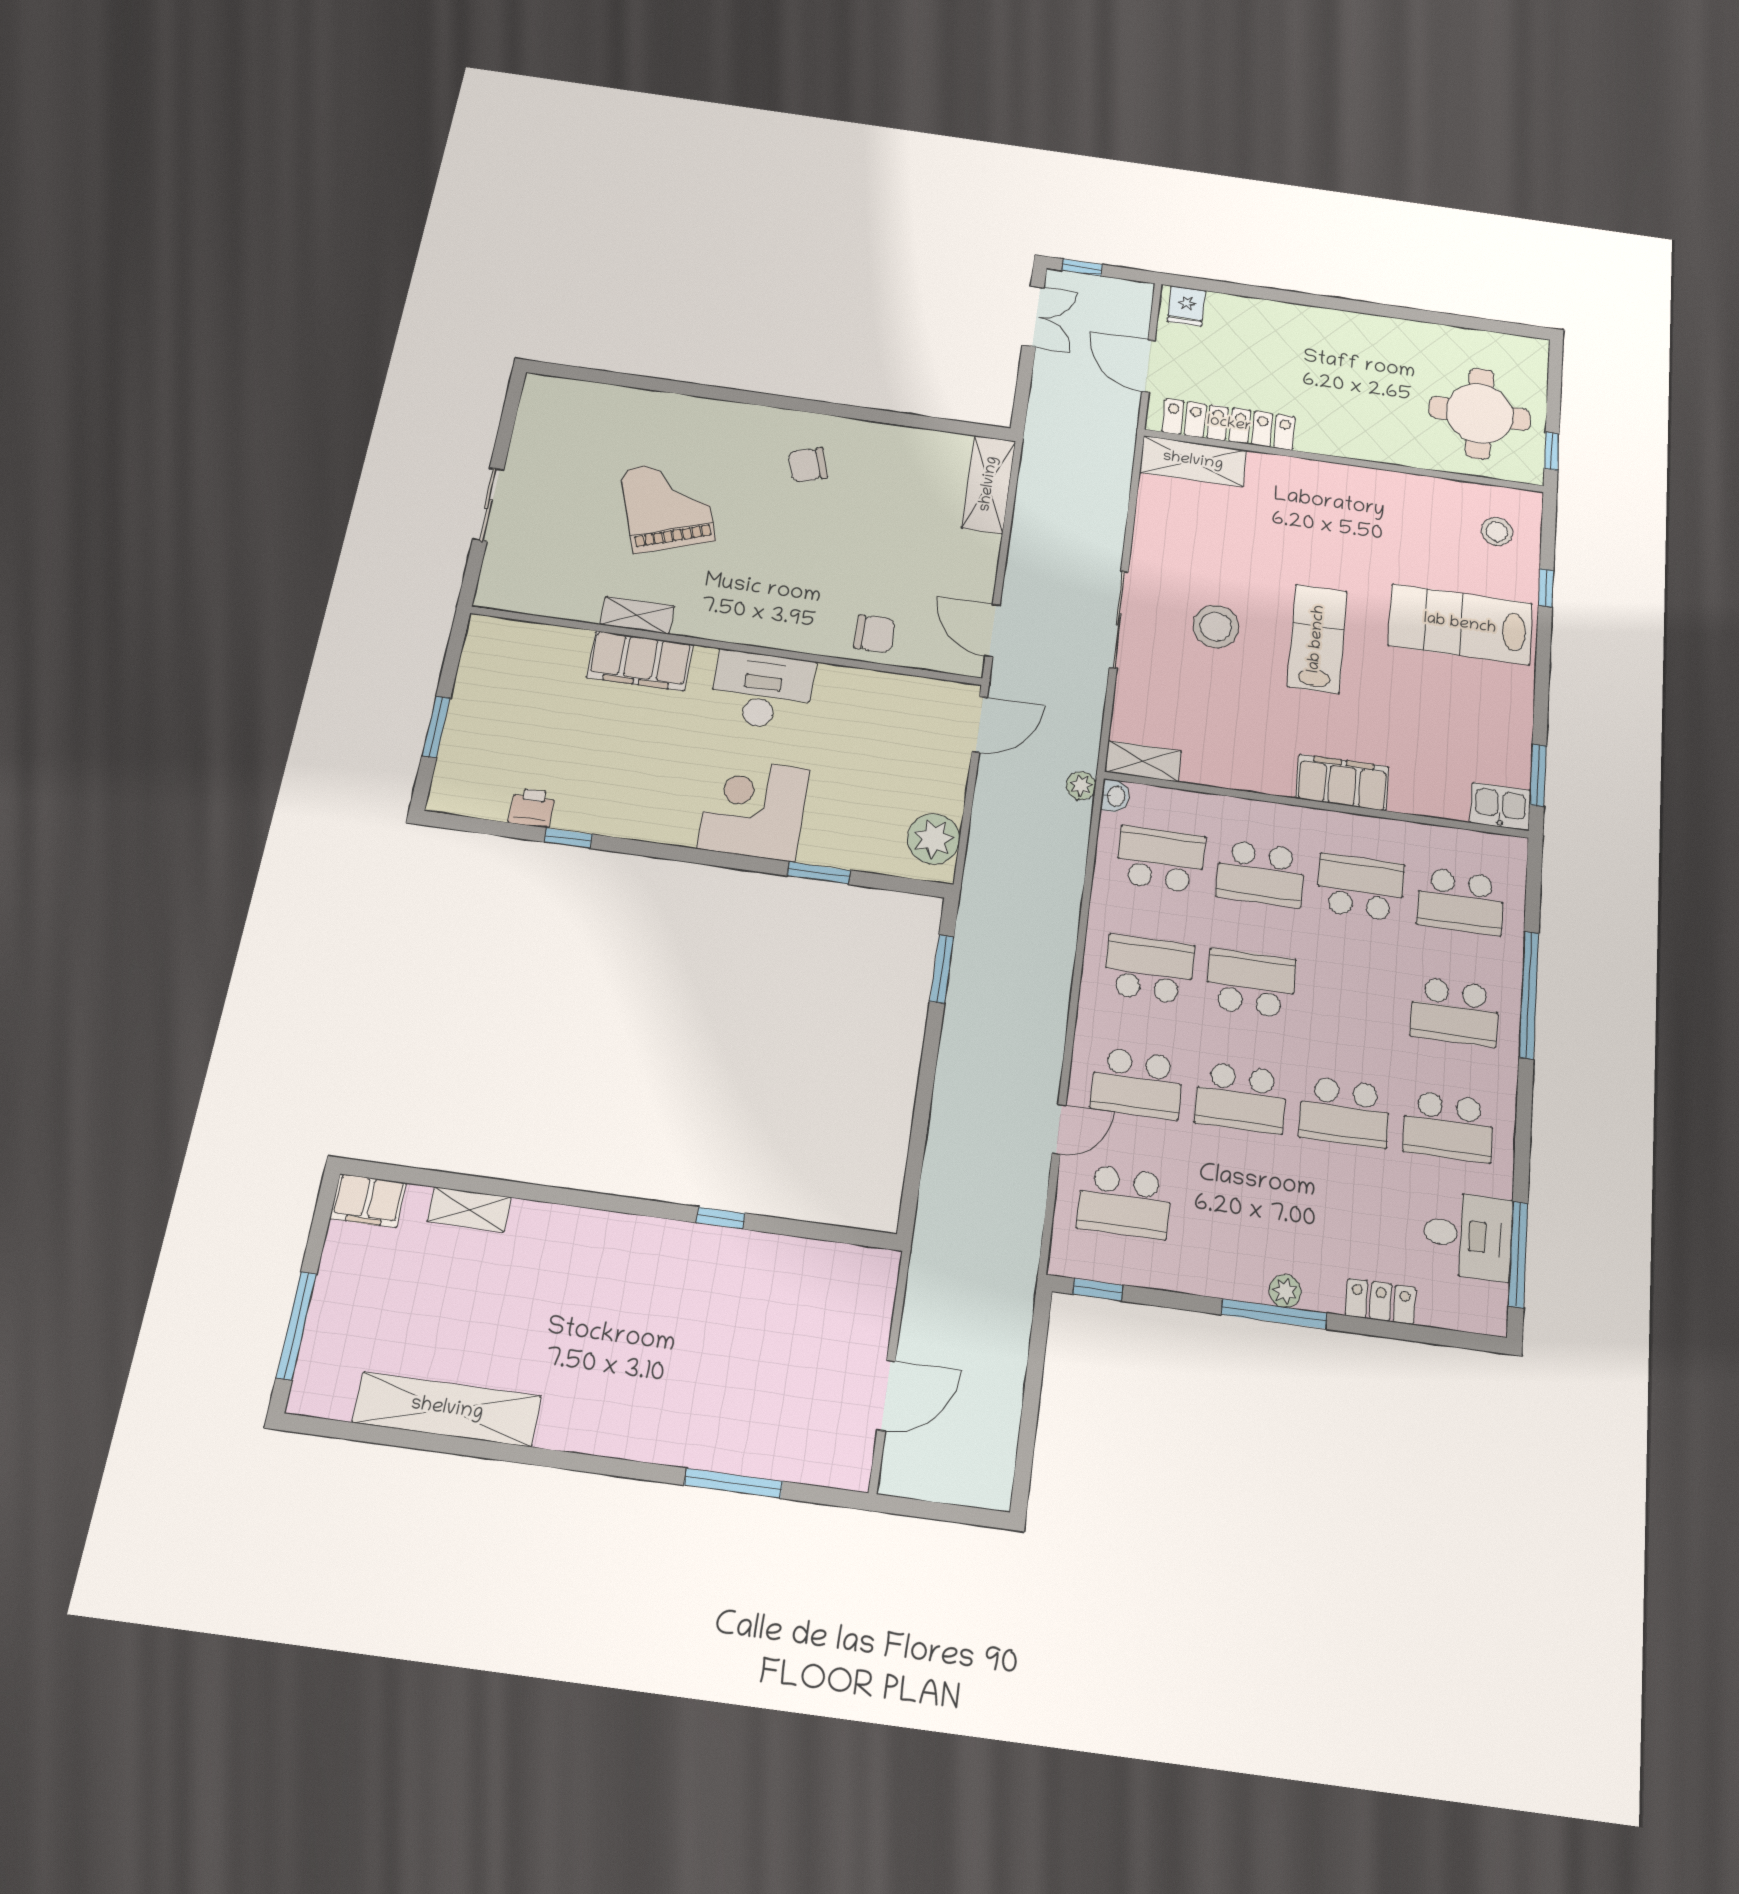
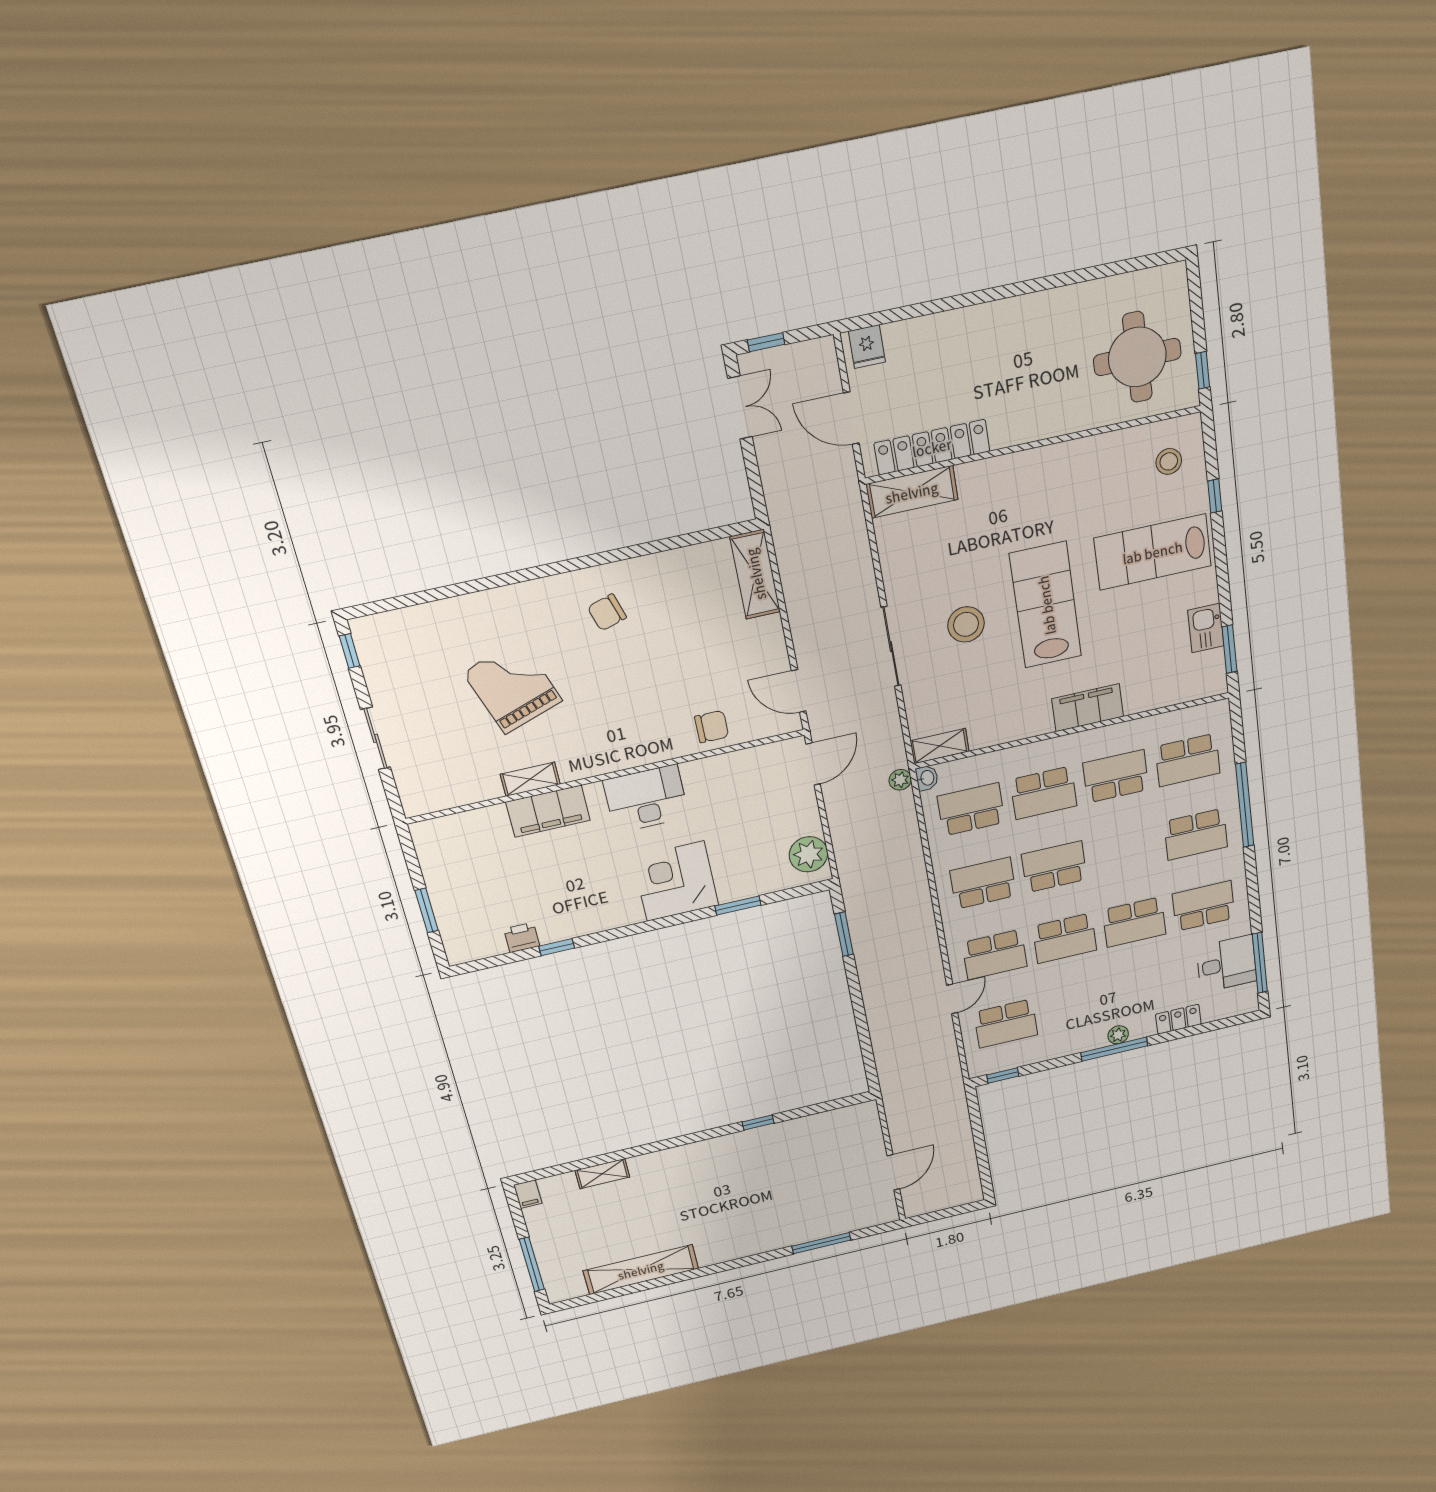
window: (512, 404) -> (350, 651), added
lab bench: (1317, 639) -> (1046, 605), width x1.36, depth x1.39
kitchen sink: (1500, 807) -> (1206, 628), moved, turned -90
school desk: (1448, 1126) -> (1204, 906), turned 180
filing cabinet: (368, 1201) -> (528, 1194), width x0.50

